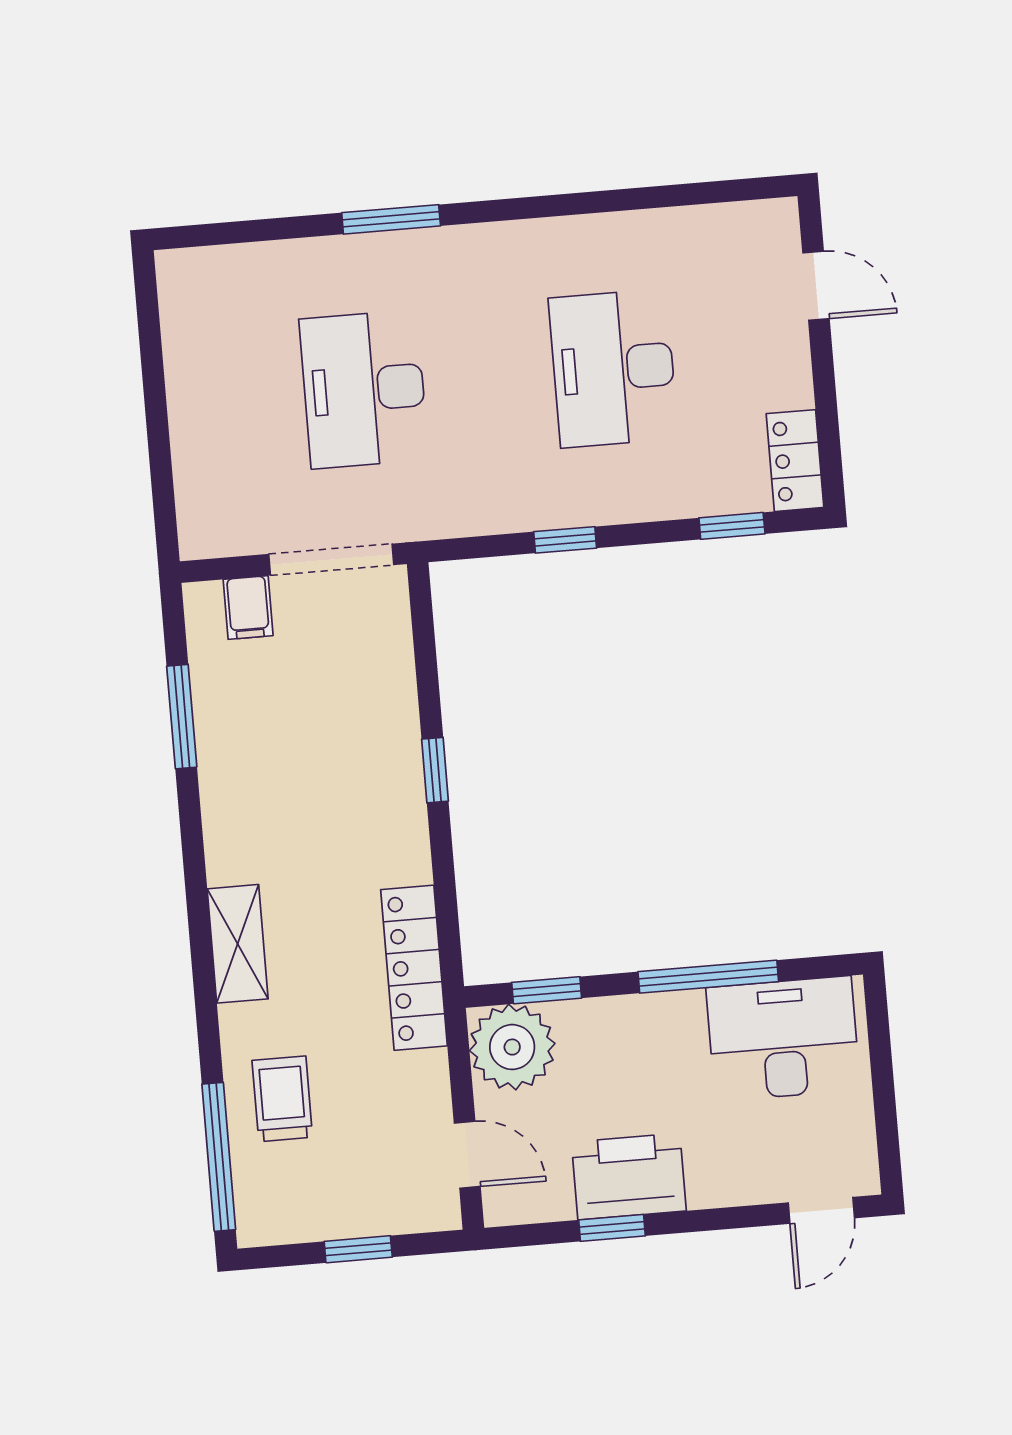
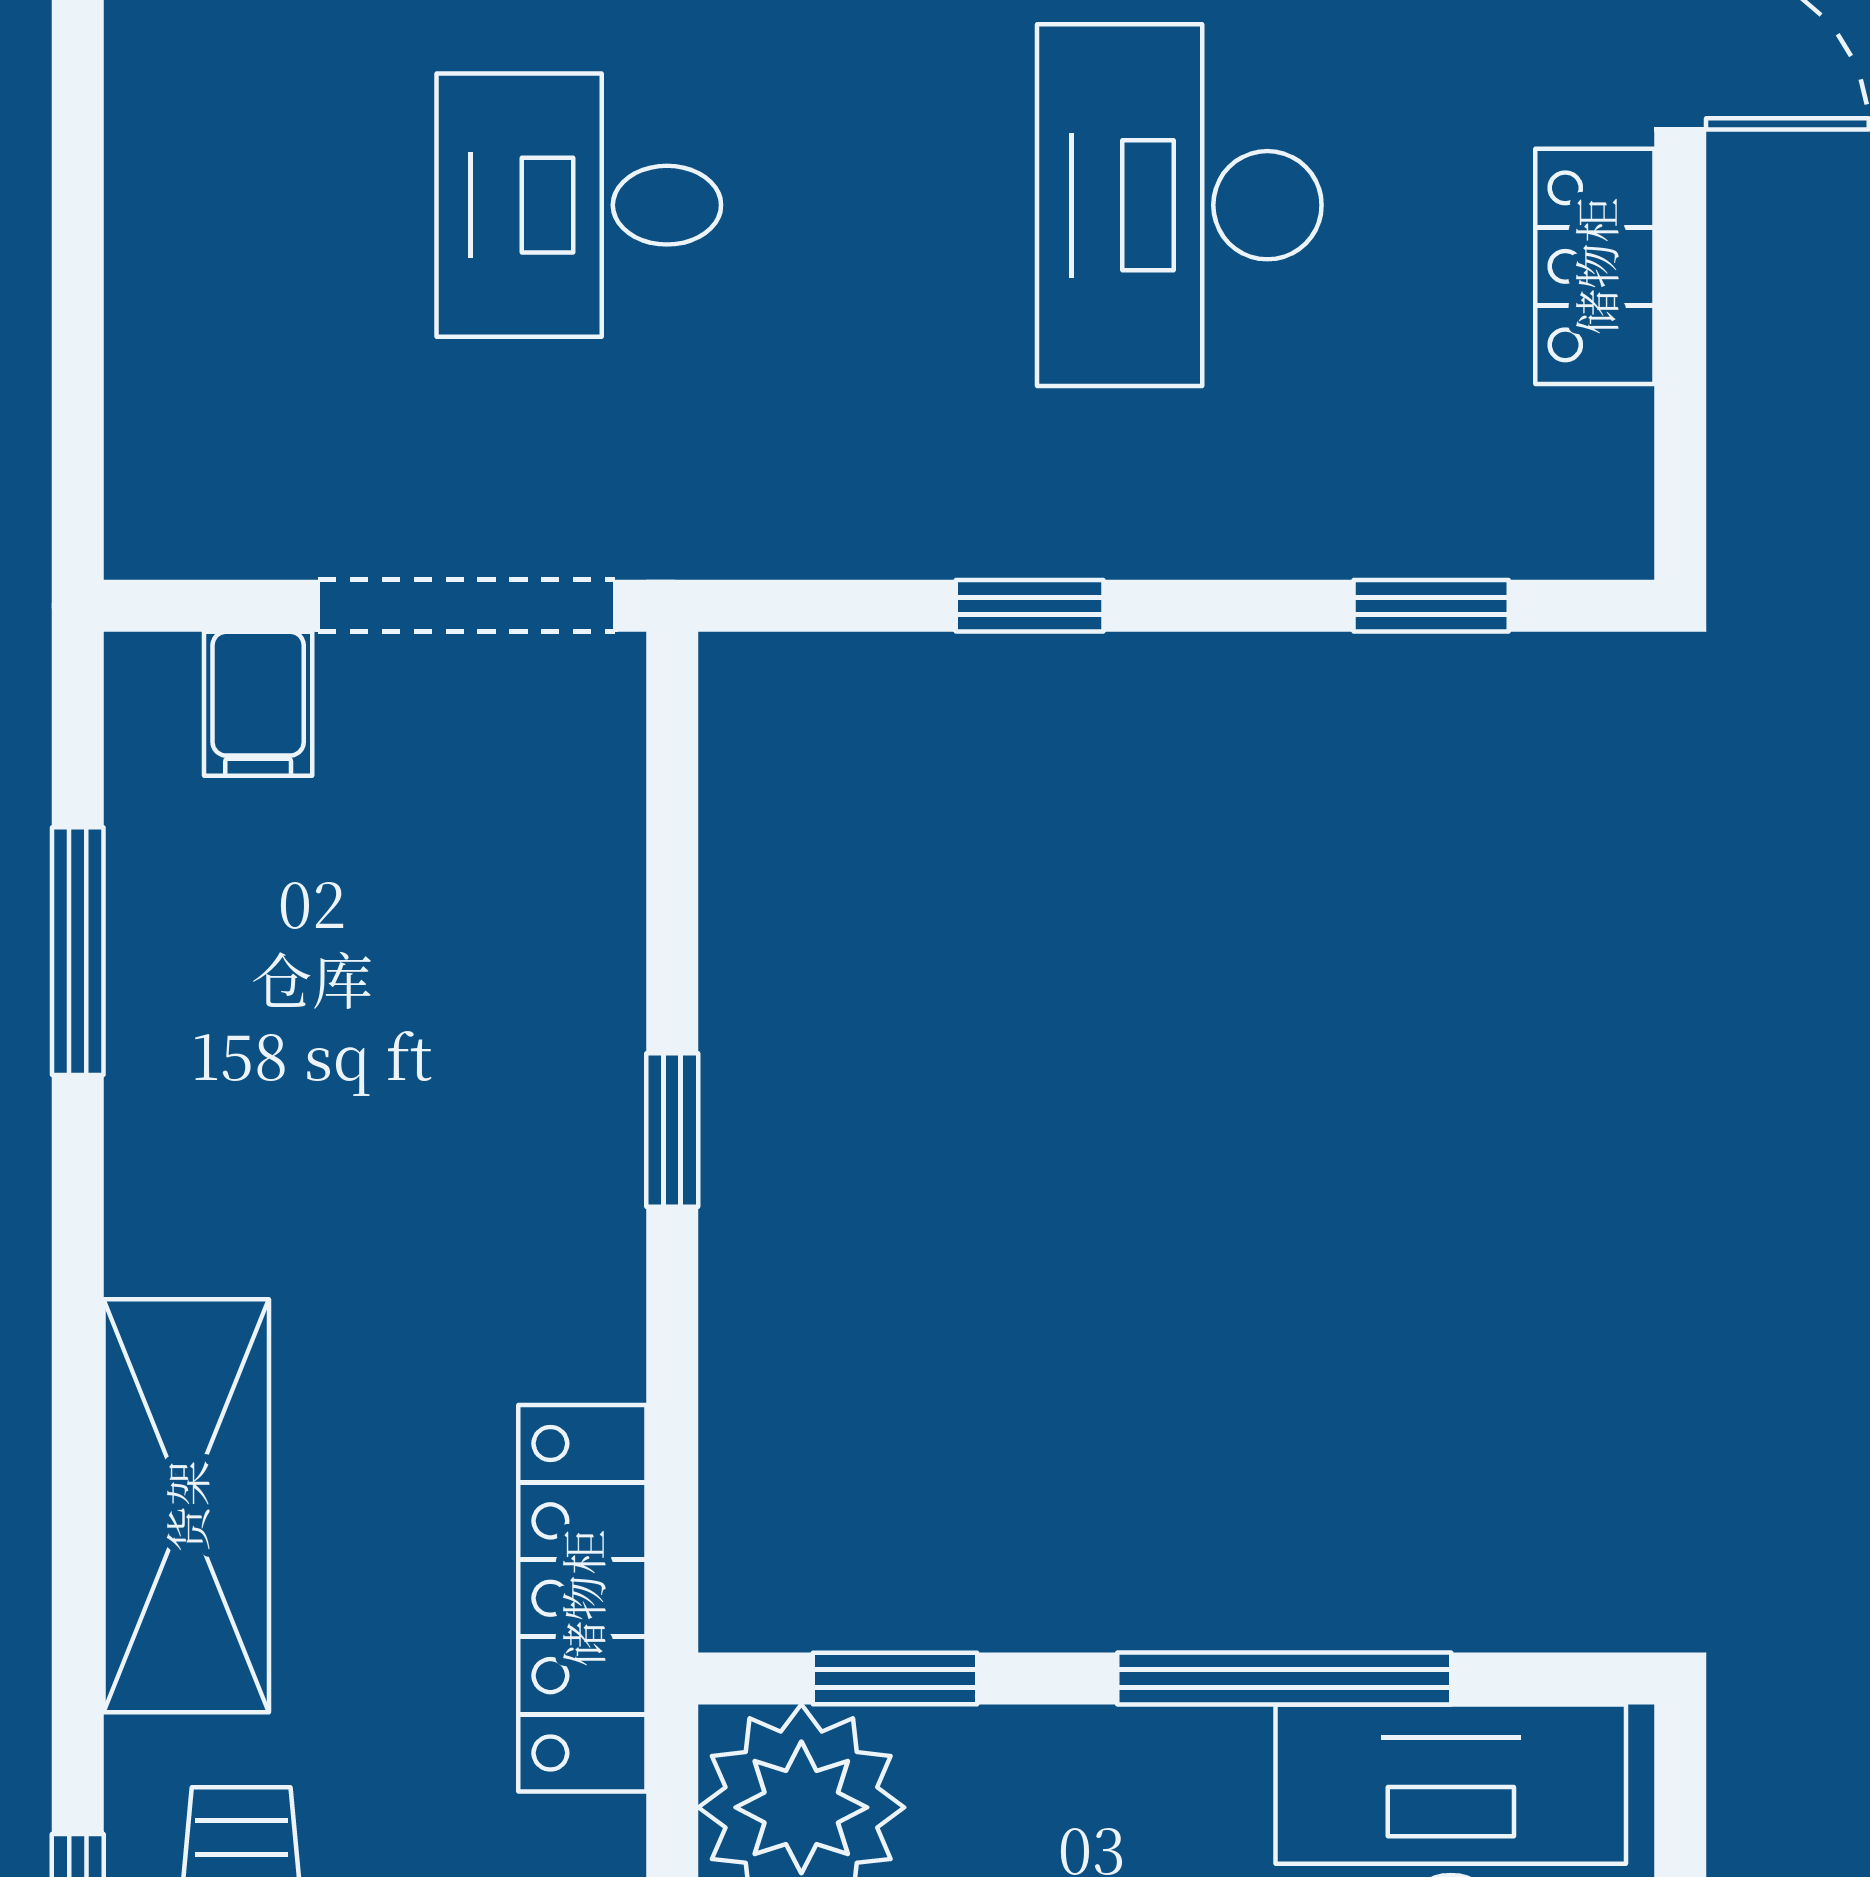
desk: (364, 389) -> (579, 205), width x0.73
locker: (795, 461) -> (1595, 266), moved
shelving: (238, 944) -> (186, 1506), width x1.50, depth x1.33

